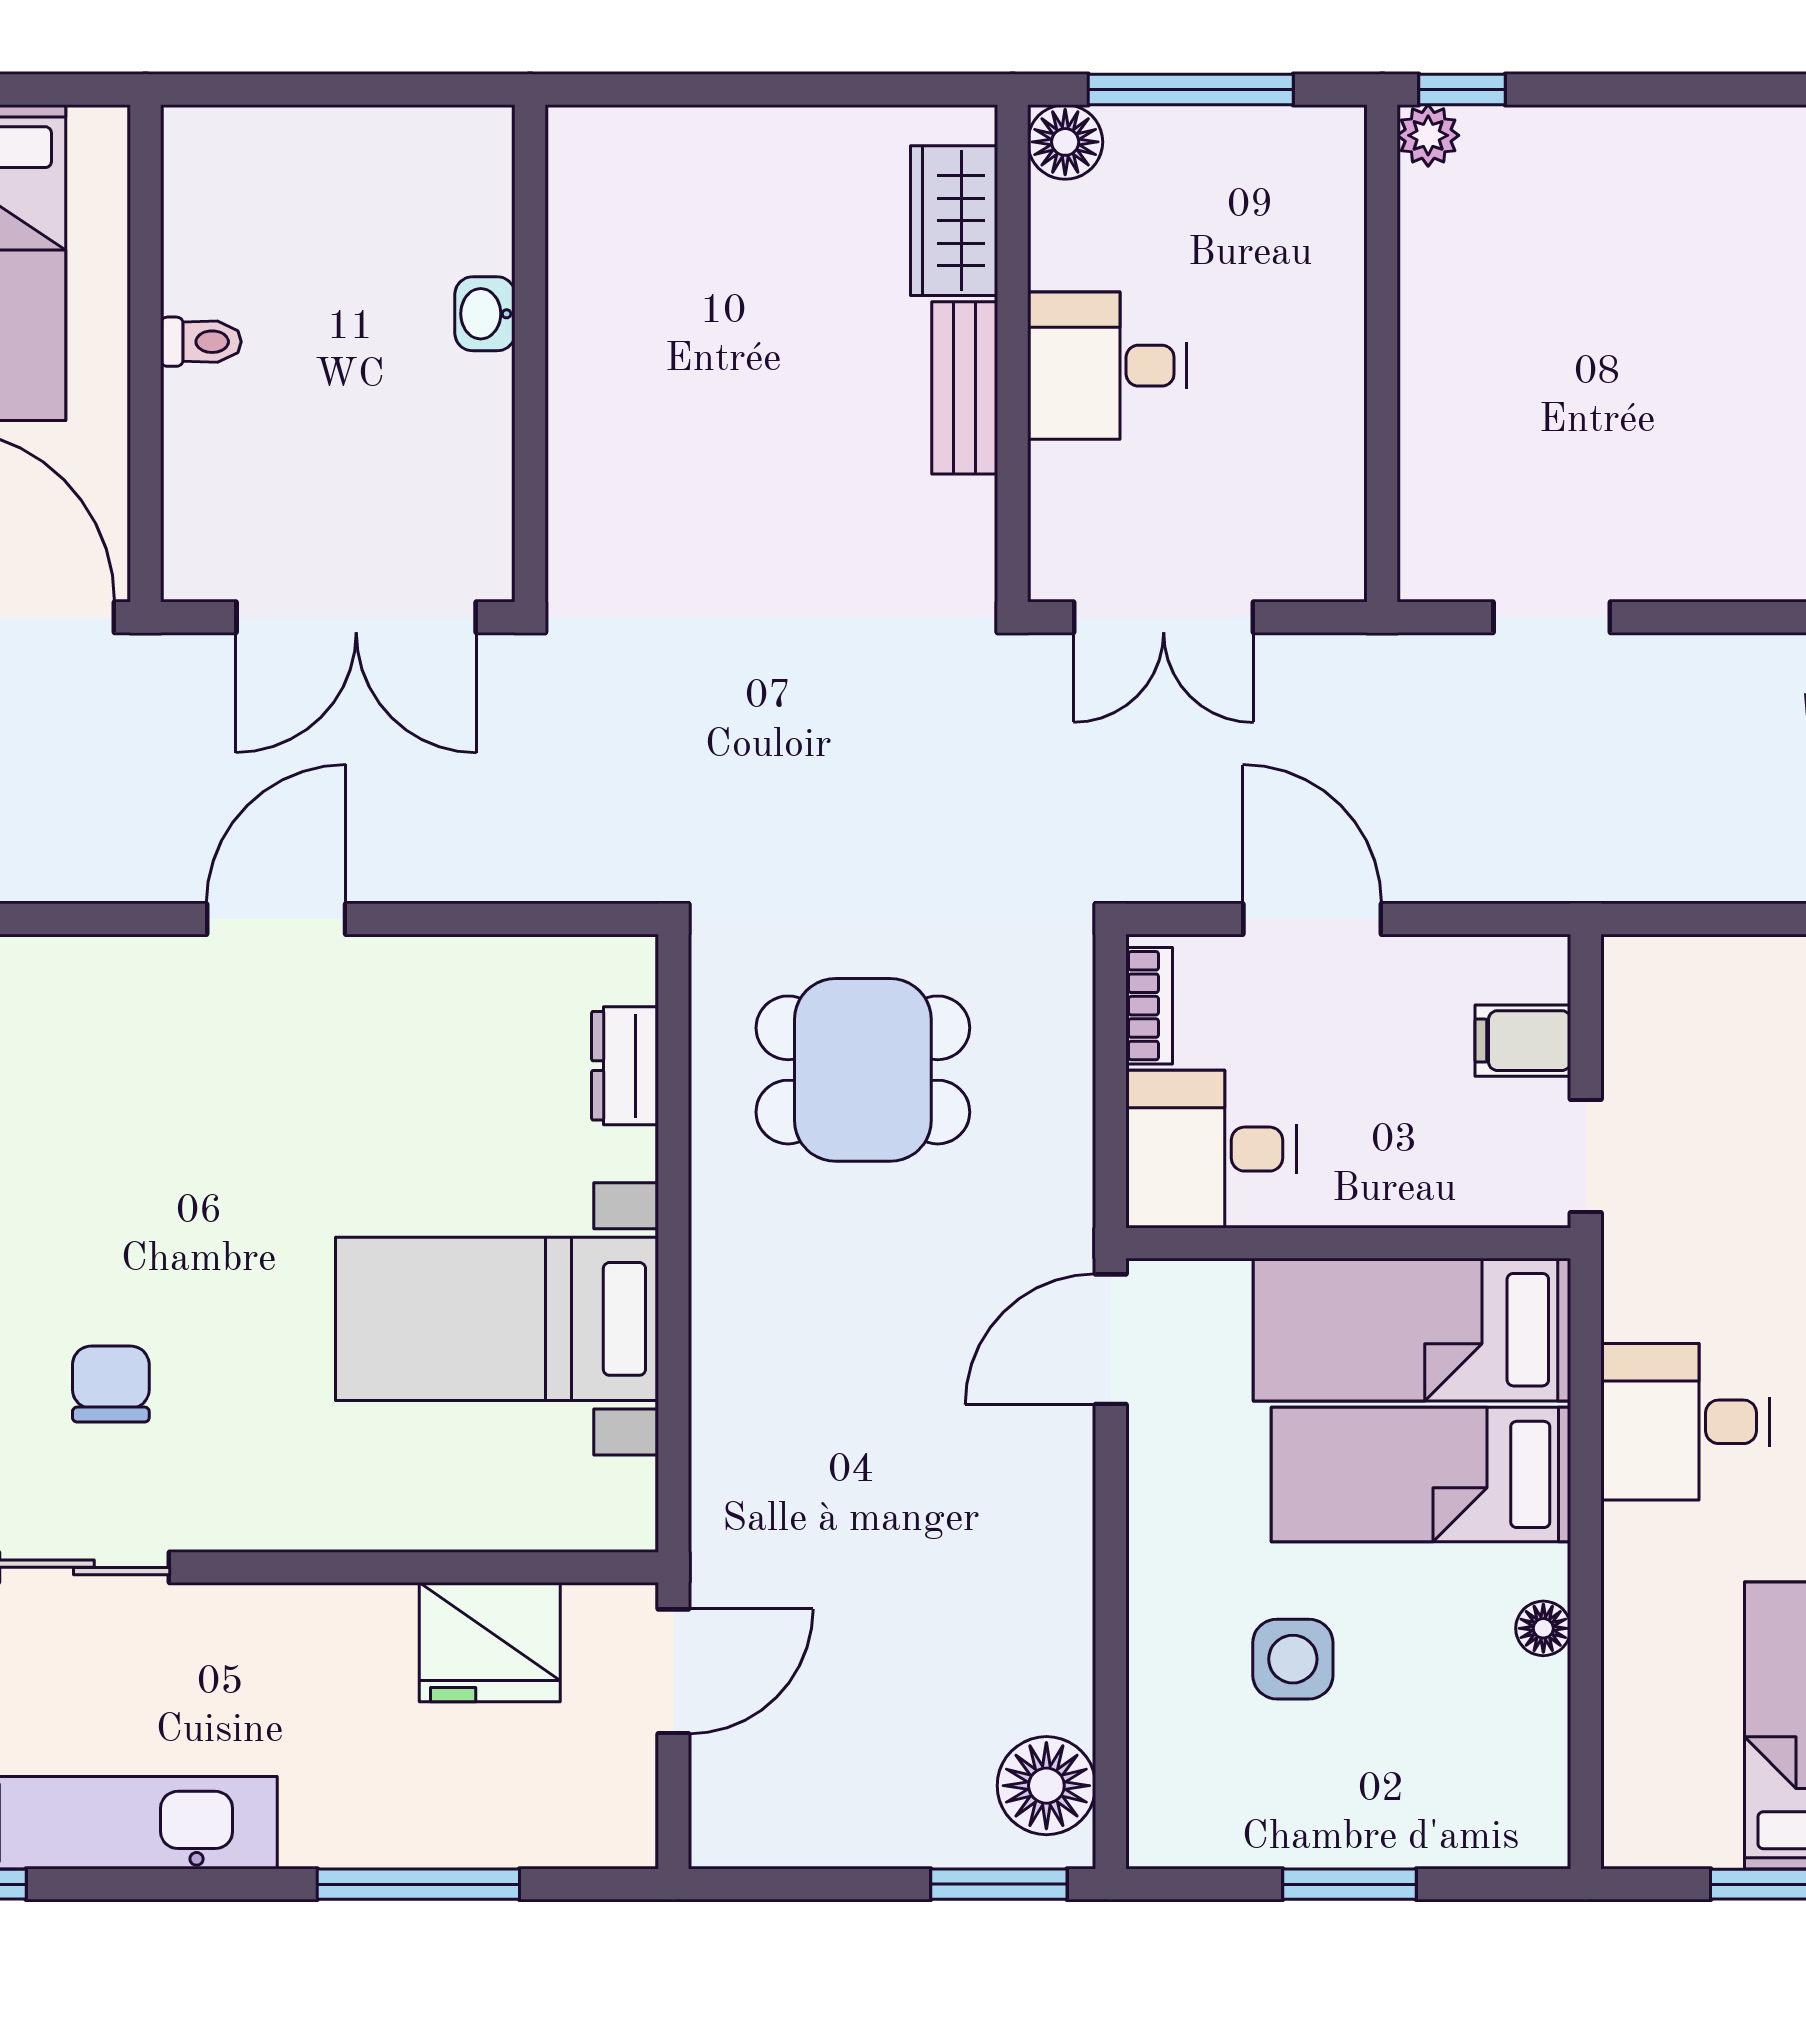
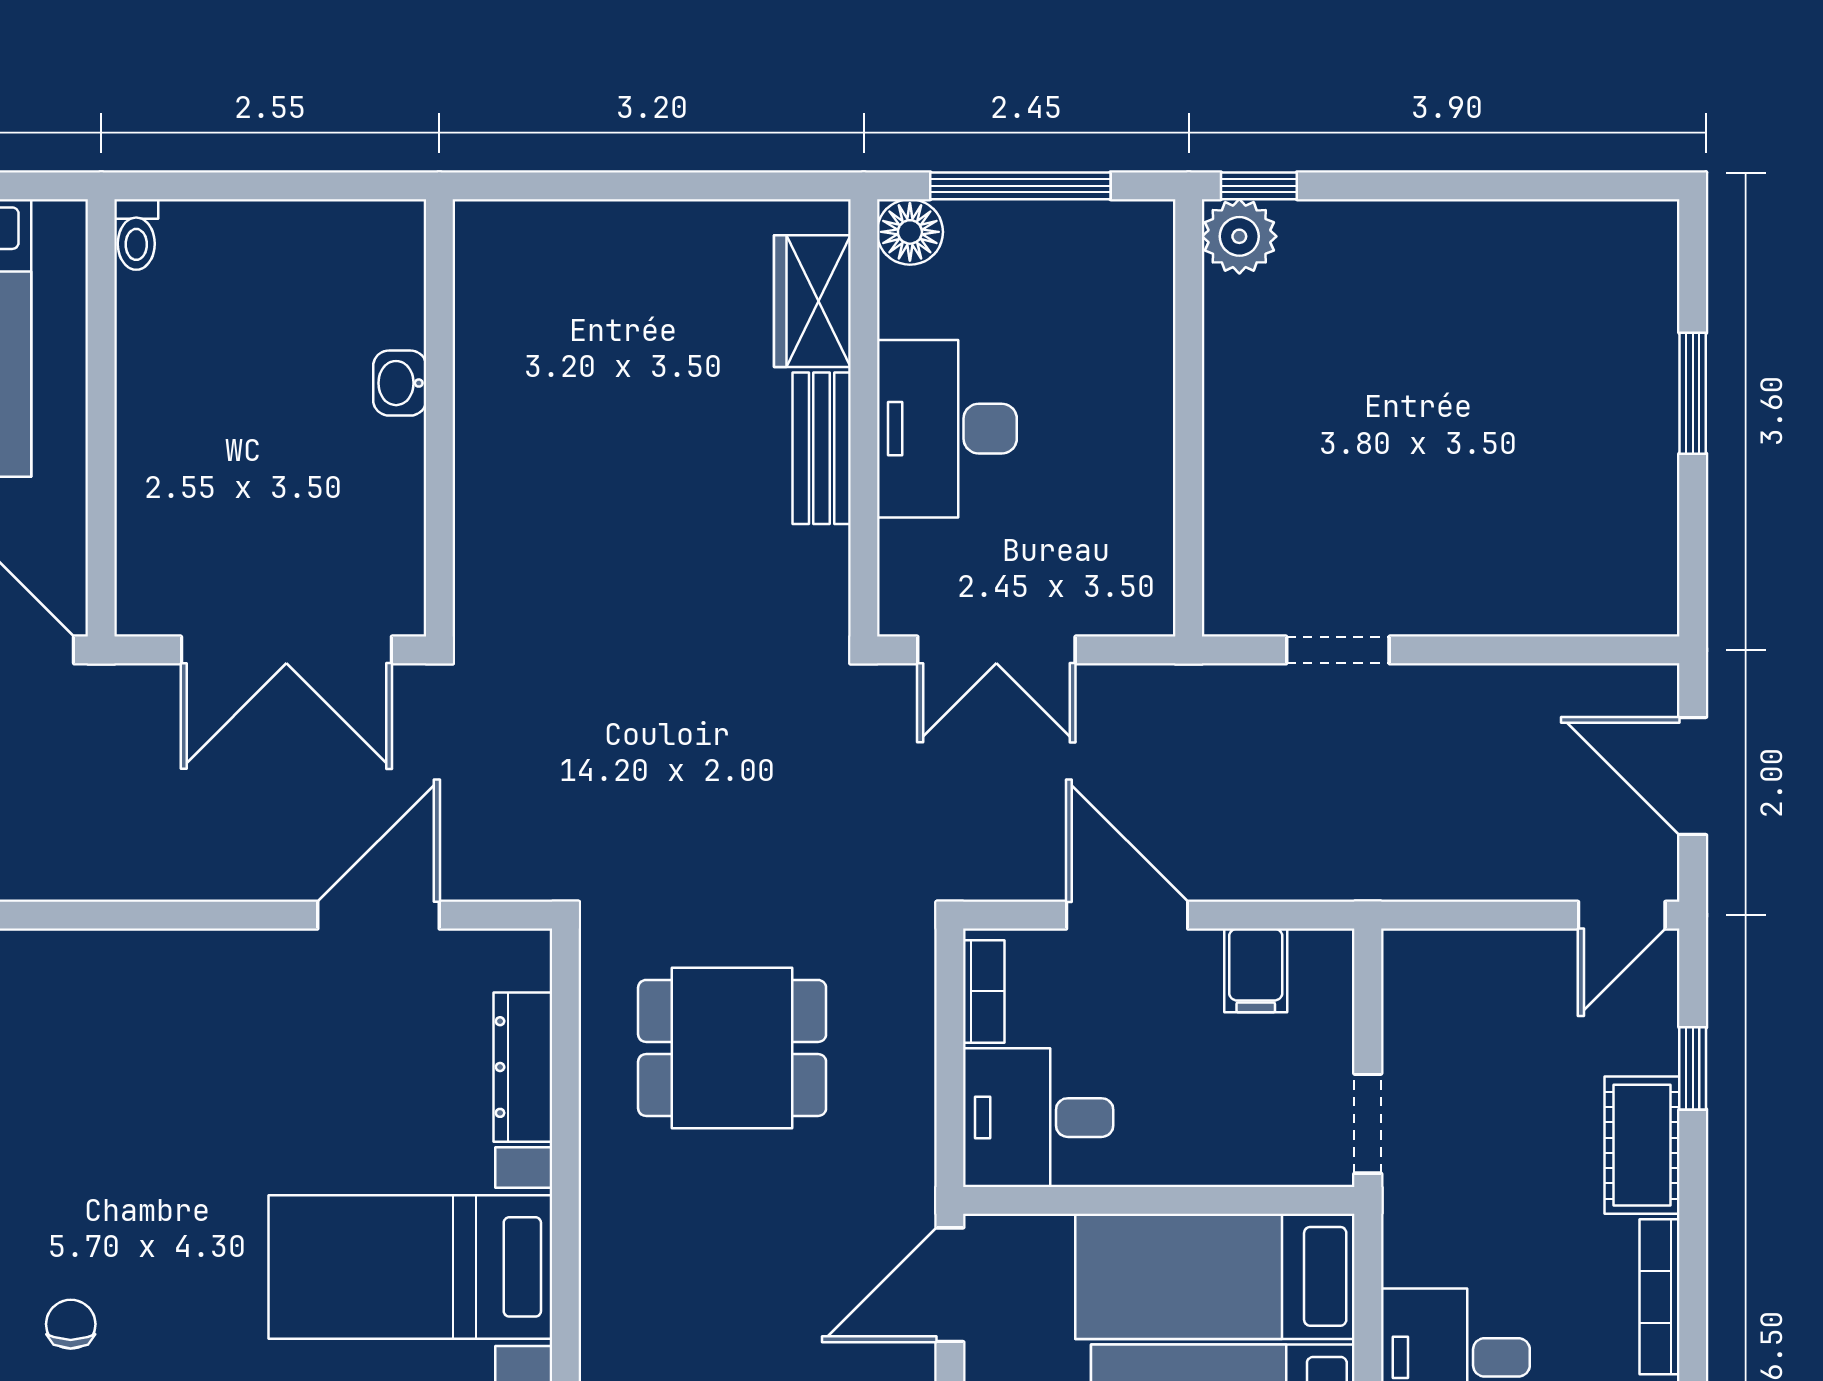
plant: (1428, 135) -> (1239, 236), width x1.38, depth x1.38
toilet: (201, 342) -> (136, 234), moved, turned 90
desk: (1107, 366) -> (947, 429), width x1.37
door: (276, 919) -> (378, 915), moved
filing cabinet: (1523, 1041) -> (1256, 970), moved, turned -90
dresser: (625, 1066) -> (523, 1067), width x1.44
chair: (111, 1384) -> (71, 1324), width x0.73, depth x0.73

